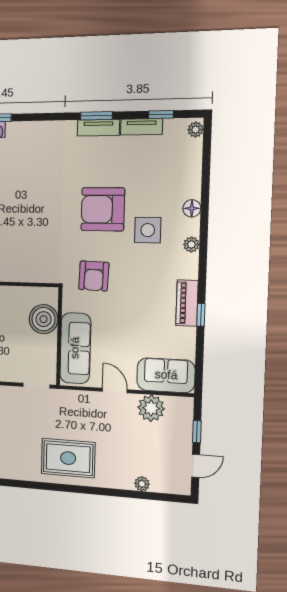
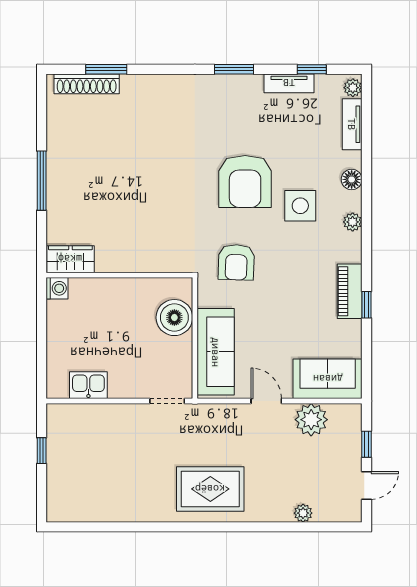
tv unit: (98, 128) -> (352, 124), moved, turned 90
armchair: (103, 209) -> (245, 181), turned -90

